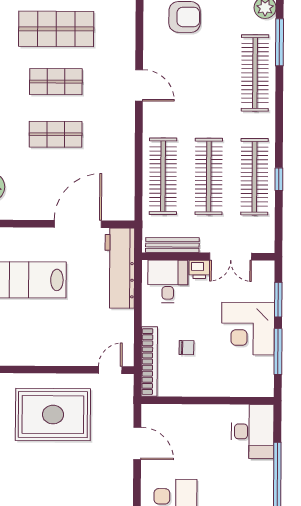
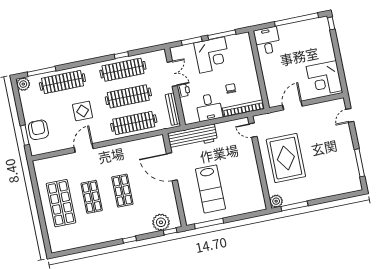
display table: (200, 96) -> (83, 111), added
desk: (168, 281) -> (209, 107), moved, turned -90
desk: (253, 431) -> (267, 41), width x0.73

